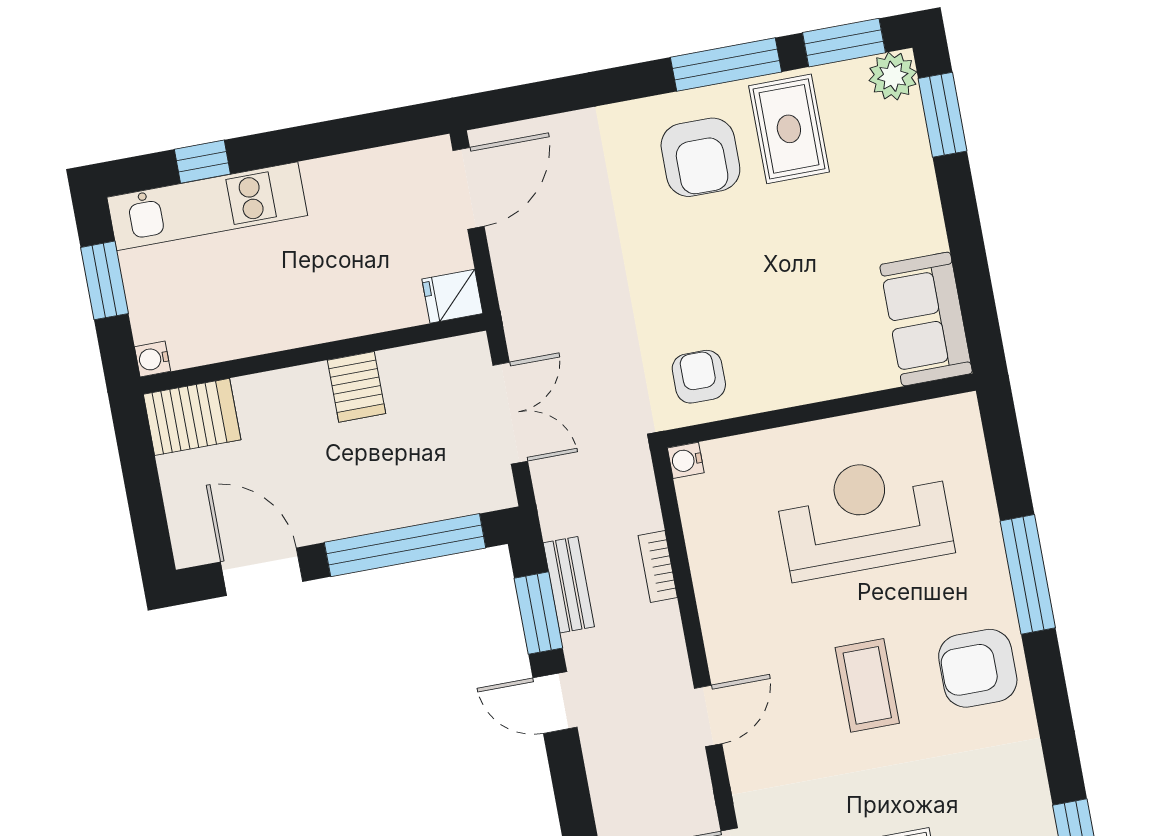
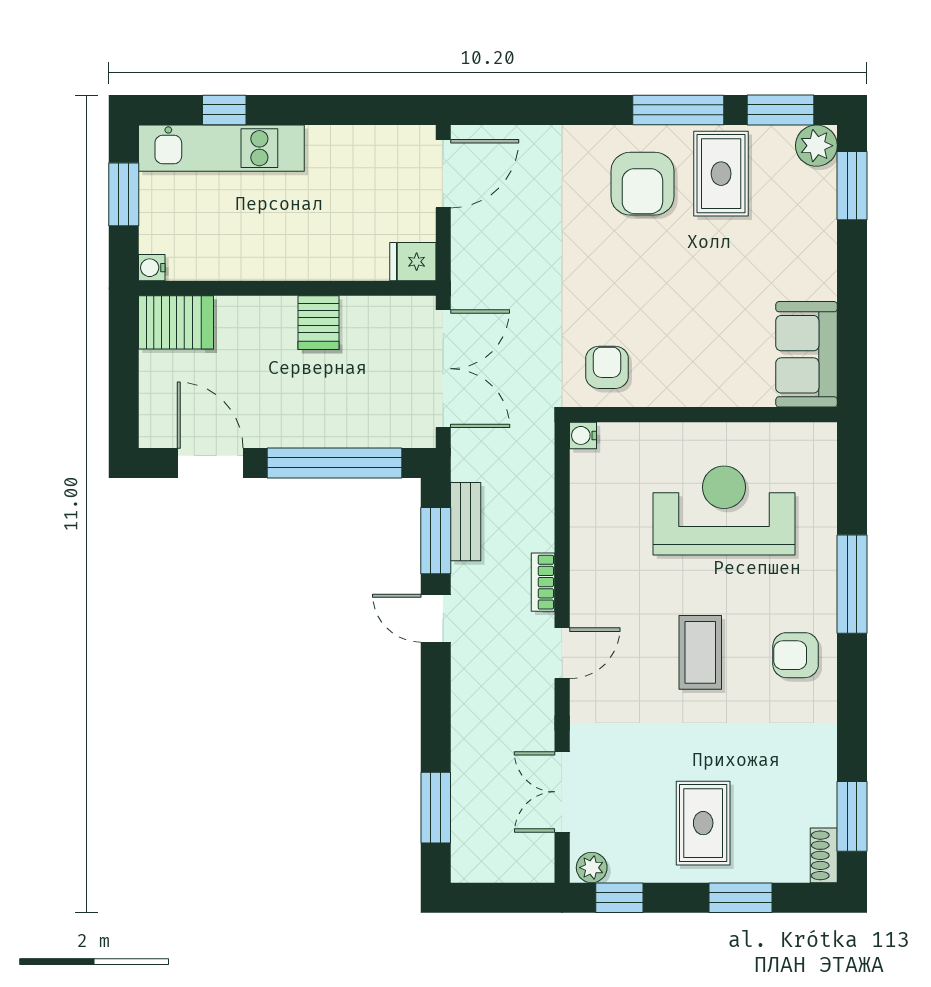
double door: (510, 413) -> (443, 369), width x1.37
bookcase: (658, 566) -> (543, 582), moved
armchair: (978, 668) -> (796, 655), width x0.72, depth x0.72

